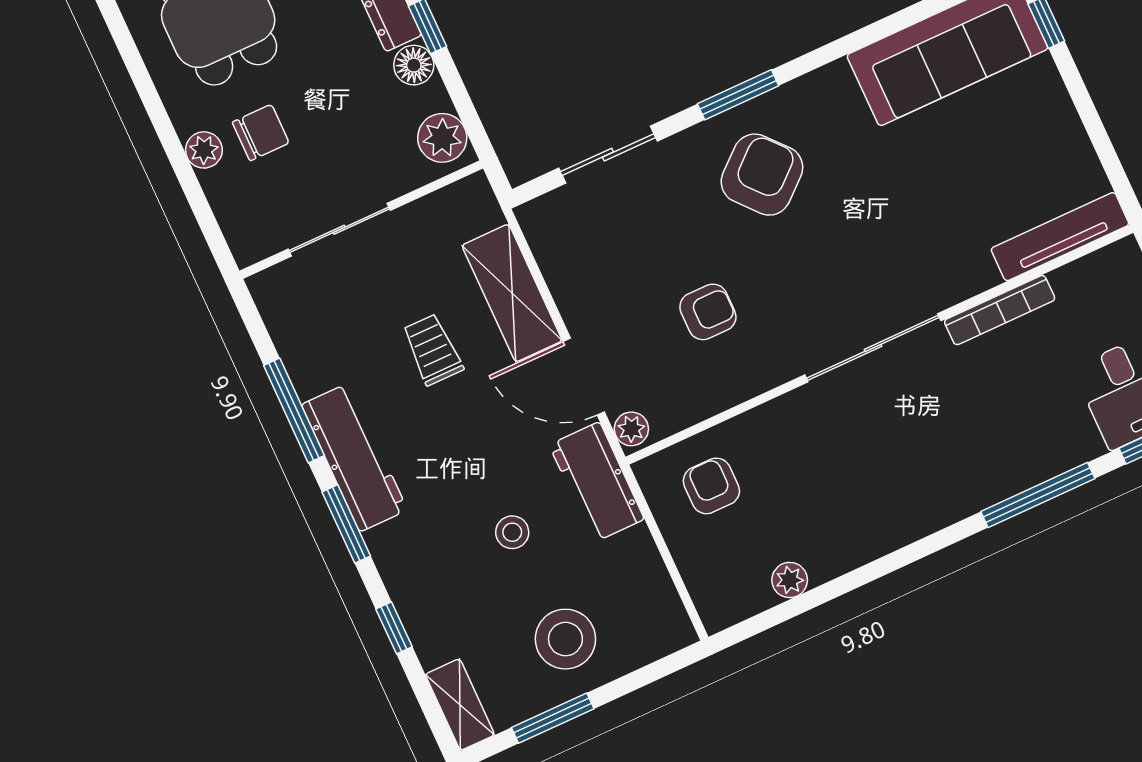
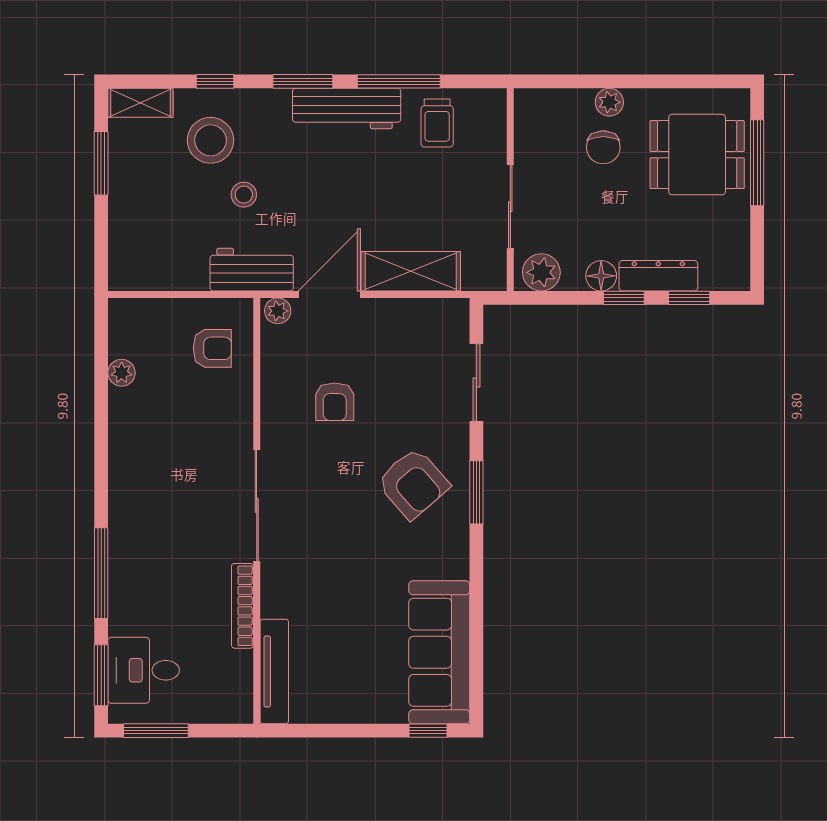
sliding door: (339, 230) -> (510, 207), moved
trolley: (433, 350) -> (437, 123), moved, turned 90
stool: (565, 639) -> (211, 140), moved

